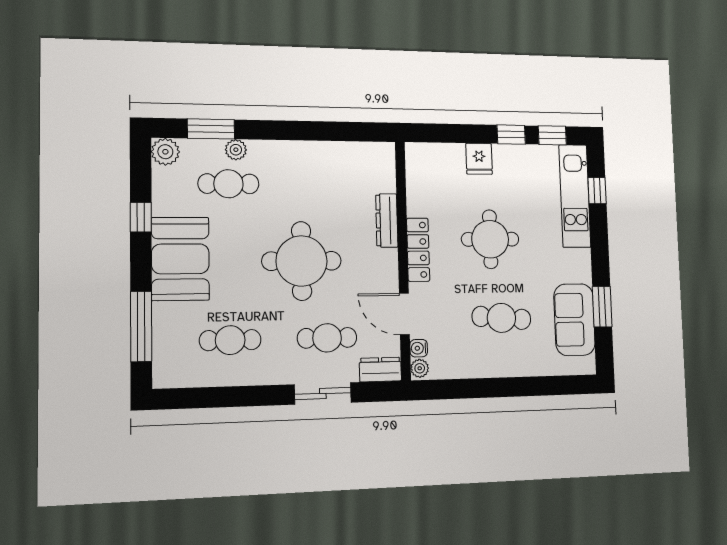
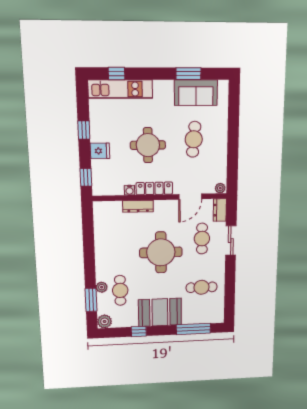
window: (552, 135) -> (86, 177), moved
cafe table: (230, 340) -> (202, 287), turned 90
water cooler: (419, 348) -> (130, 190), moved

